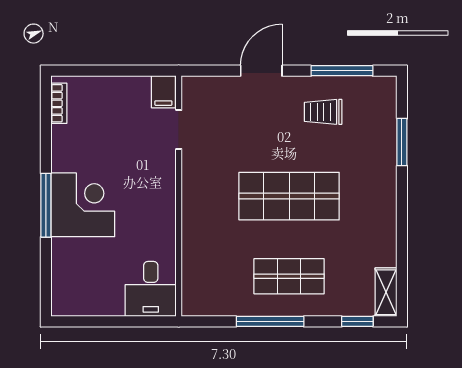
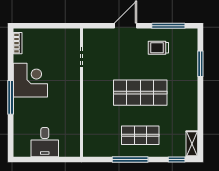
filing cabinet: (163, 92) -> (73, 37), removed
corner desk: (83, 205) -> (30, 80), moved
desk: (151, 289) -> (45, 142), moved

